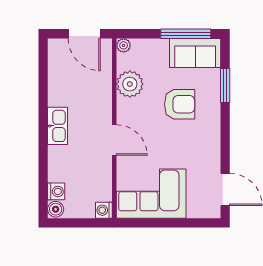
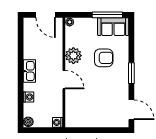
plant: (130, 84) -> (73, 56), moved
window: (225, 86) -> (131, 73), moved
washing machine: (56, 191) -> (29, 97), moved
corner sofa: (151, 194) -> (86, 112), removed

